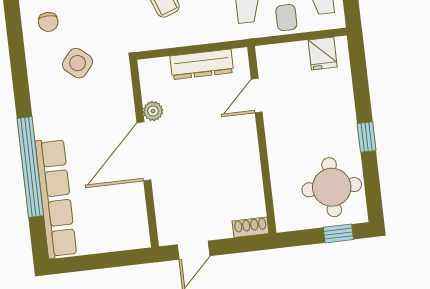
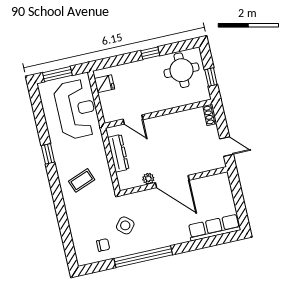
window: (30, 167) -> (143, 257), moved
row of seats: (56, 198) -> (214, 228), width x0.73
window: (338, 233) -> (211, 77), moved

